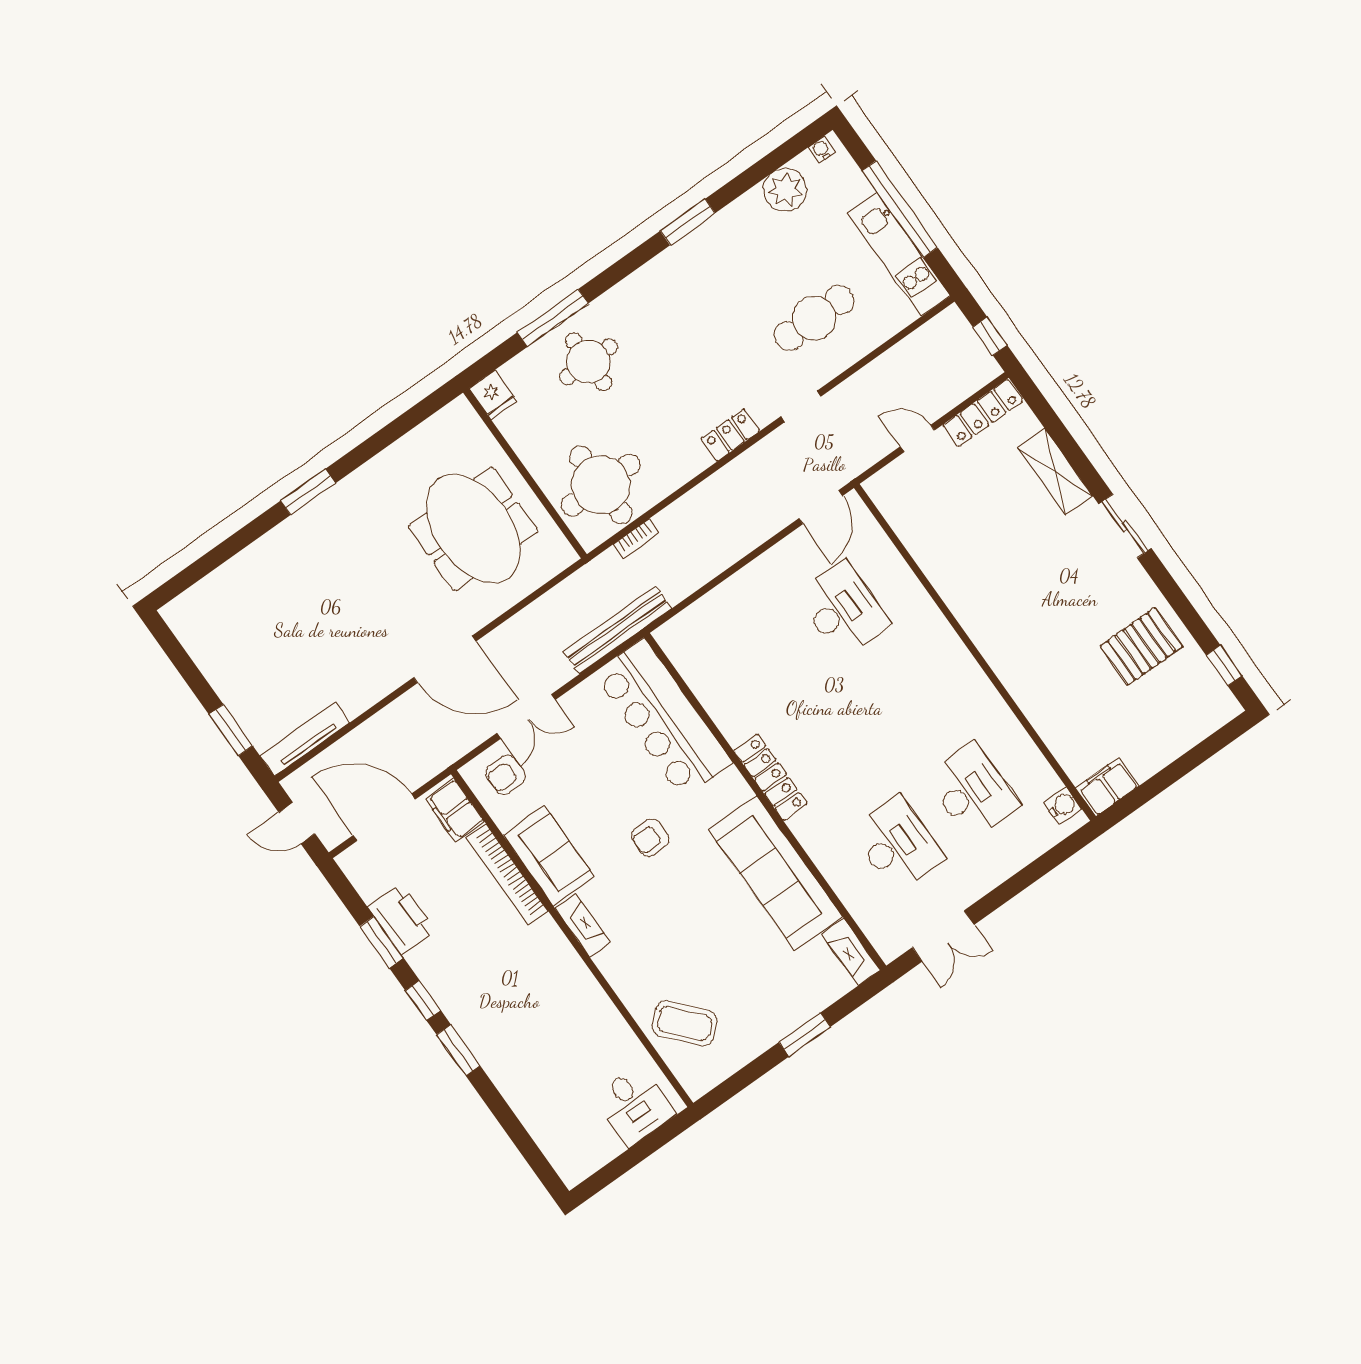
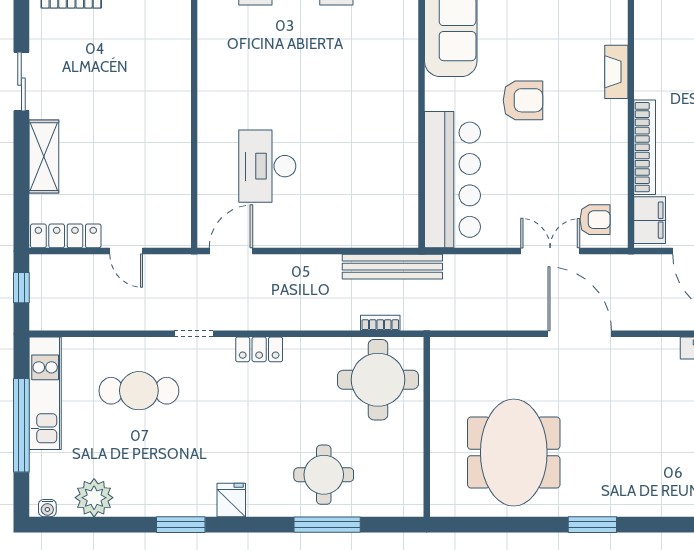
fridge: (493, 395) -> (231, 500), moved
meeting table: (473, 529) -> (514, 453), moved
bench: (618, 630) -> (392, 267), moved
locker: (770, 777) -> (405, 82), removed
armchair: (650, 838) -> (523, 100), width x1.38, depth x1.38
sofa: (549, 856) -> (605, 139), removed

